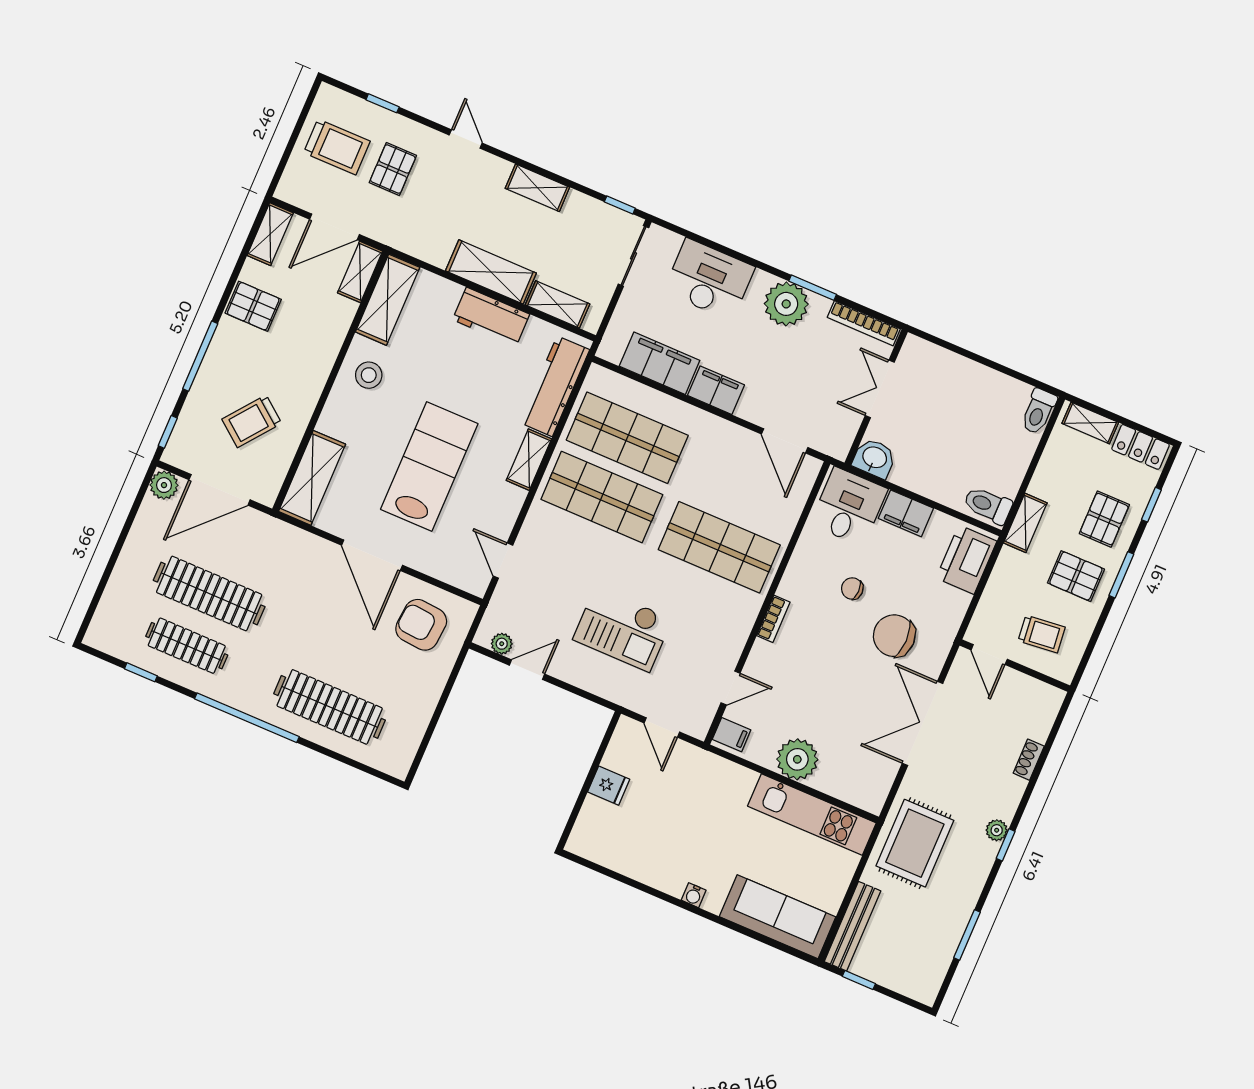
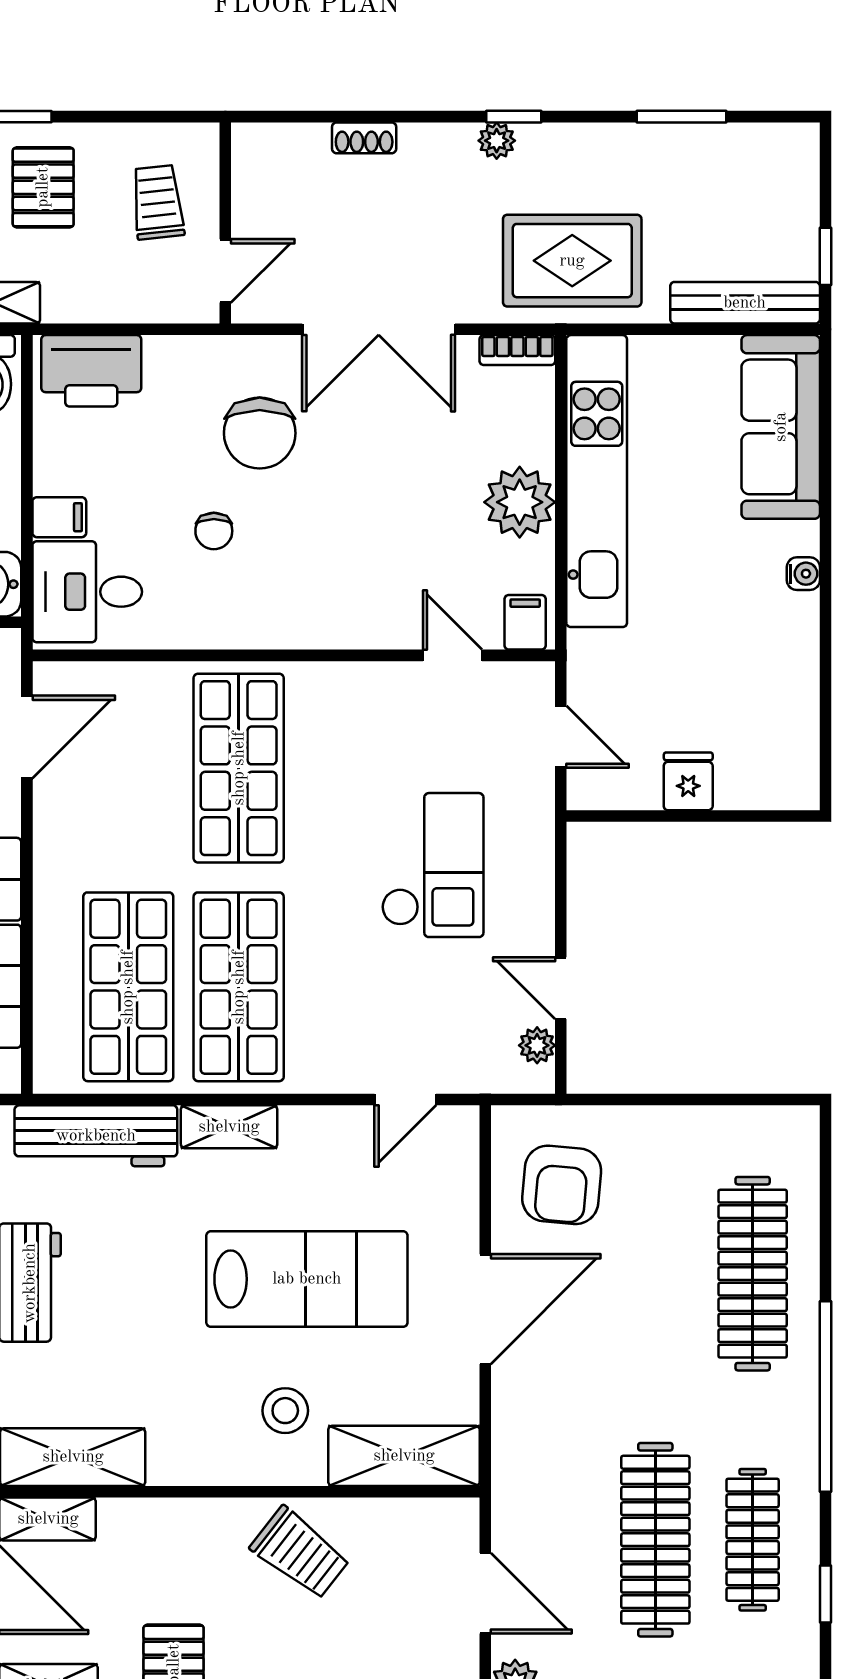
stool: (369, 375) -> (285, 1411), moved
trolley: (252, 421) -> (300, 1553), moved
lab bench: (429, 466) -> (307, 1279), turned 180
door: (220, 490) -> (485, 1593), width x0.73
filing cabinet: (906, 513) -> (59, 517), width x0.50
bookcase: (773, 619) -> (517, 350), moved, turned 180
door: (662, 727) -> (561, 737), hinge flipped
kitchen unit: (812, 815) -> (597, 481), width x1.36

